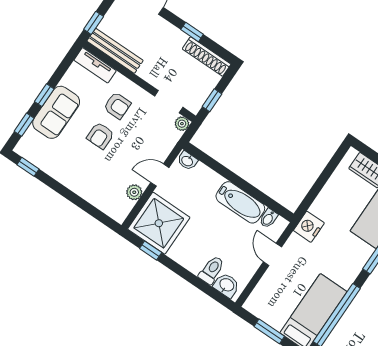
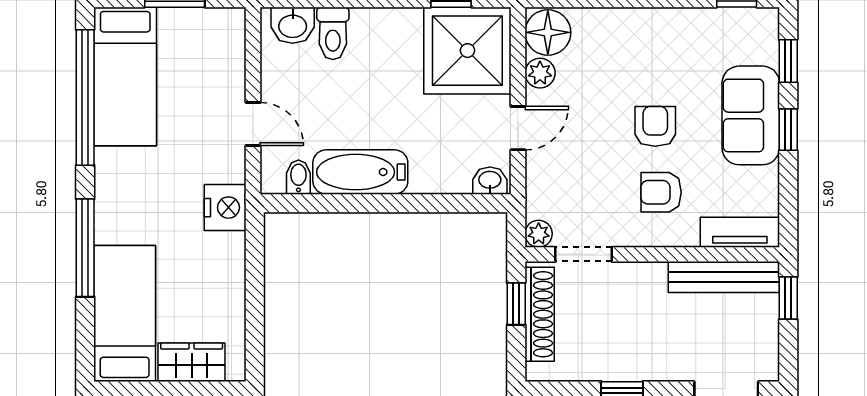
shoe rack: (207, 57) -> (540, 314), moved, turned 90
floor lamp: (119, 207) -> (548, 32), added

